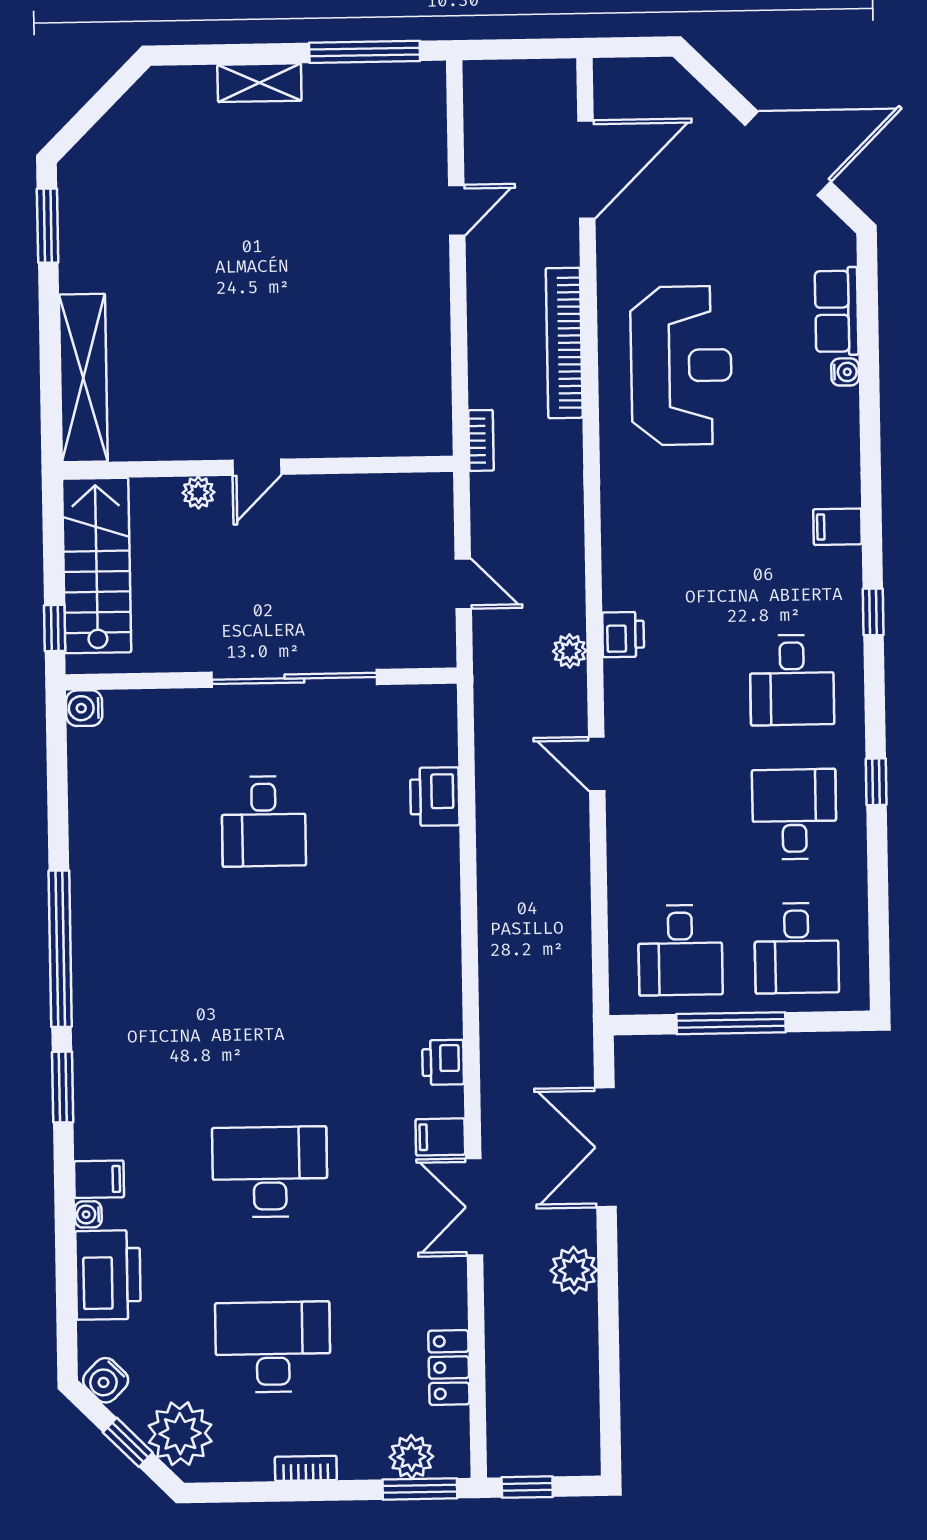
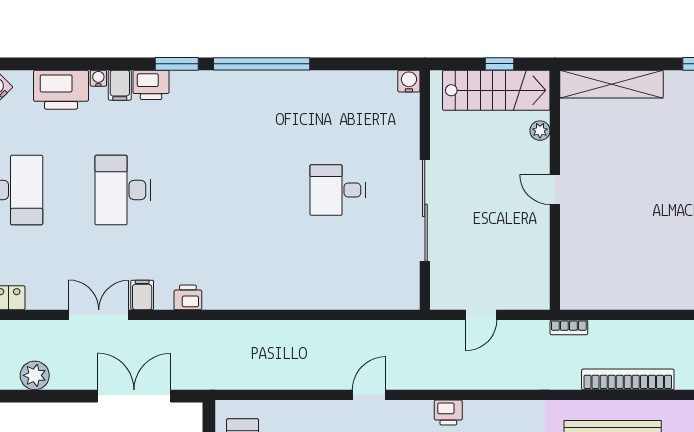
plant: (198, 493) -> (540, 131), moved
window: (55, 628) -> (499, 64), moved
plant: (570, 651) -> (439, 380), removed
printer: (435, 797) -> (151, 85), moved, turned 180
desk: (270, 1172) -> (123, 190), turned 180
plant: (574, 1270) -> (35, 375), moved

